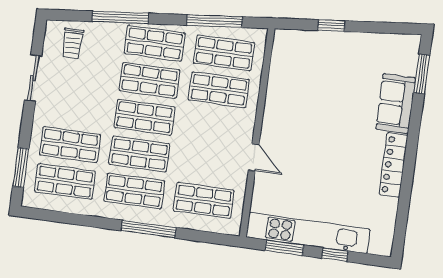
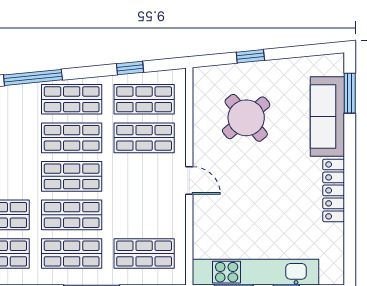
window: (215, 21) -> (130, 68), width x0.46
round table: (319, 84) -> (246, 118), added
sofa: (396, 103) -> (327, 116), width x1.36
door: (254, 157) -> (189, 180), moved

